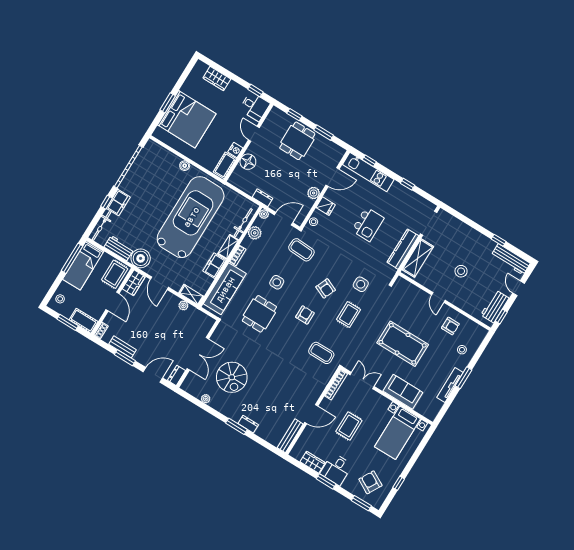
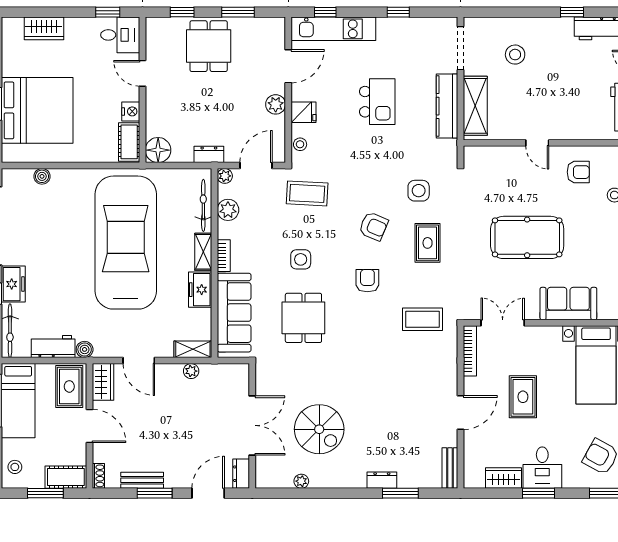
floor lamp: (248, 162) -> (158, 150), moved
boiler: (185, 166) -> (42, 176), moved
boiler: (141, 258) -> (85, 349), width x0.54, depth x0.54
stool: (461, 271) -> (515, 55), moved
window: (236, 426) -> (400, 493), moved
bench: (290, 436) -> (450, 468), width x0.73

